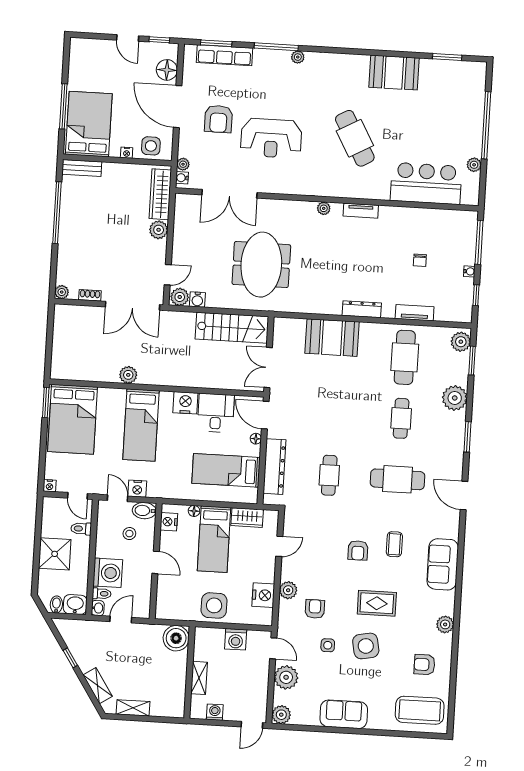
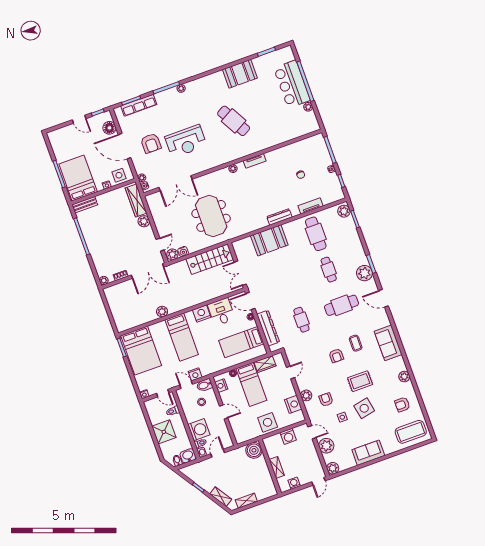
bar counter: (426, 183) -> (292, 84), moved, turned -90
plant: (455, 398) -> (364, 273), moved

